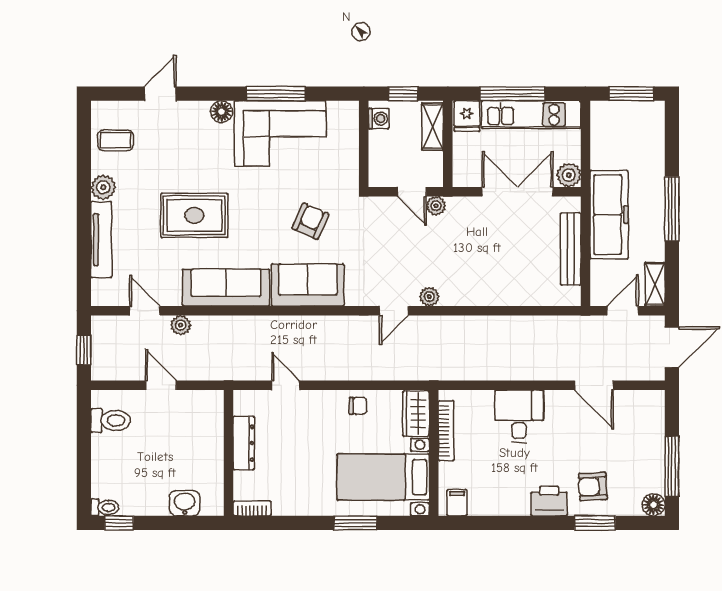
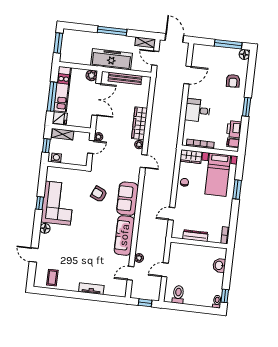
window: (276, 94) -> (40, 203), width x0.46
plant: (103, 187) -> (73, 286), removed
double door: (518, 192) -> (96, 99), swing flipped
rug: (194, 215) -> (90, 246), removed
tv unit: (101, 240) -> (91, 289), width x0.71
wardrobe: (476, 292) -> (140, 123), added
printer: (549, 501) -> (234, 129), moved
window: (595, 523) -> (247, 107), moved

